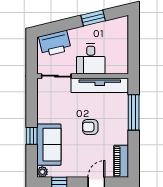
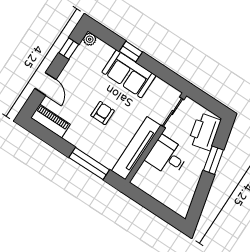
window: (93, 18) -> (213, 160), moved
sofa: (49, 145) -> (129, 74), moved

